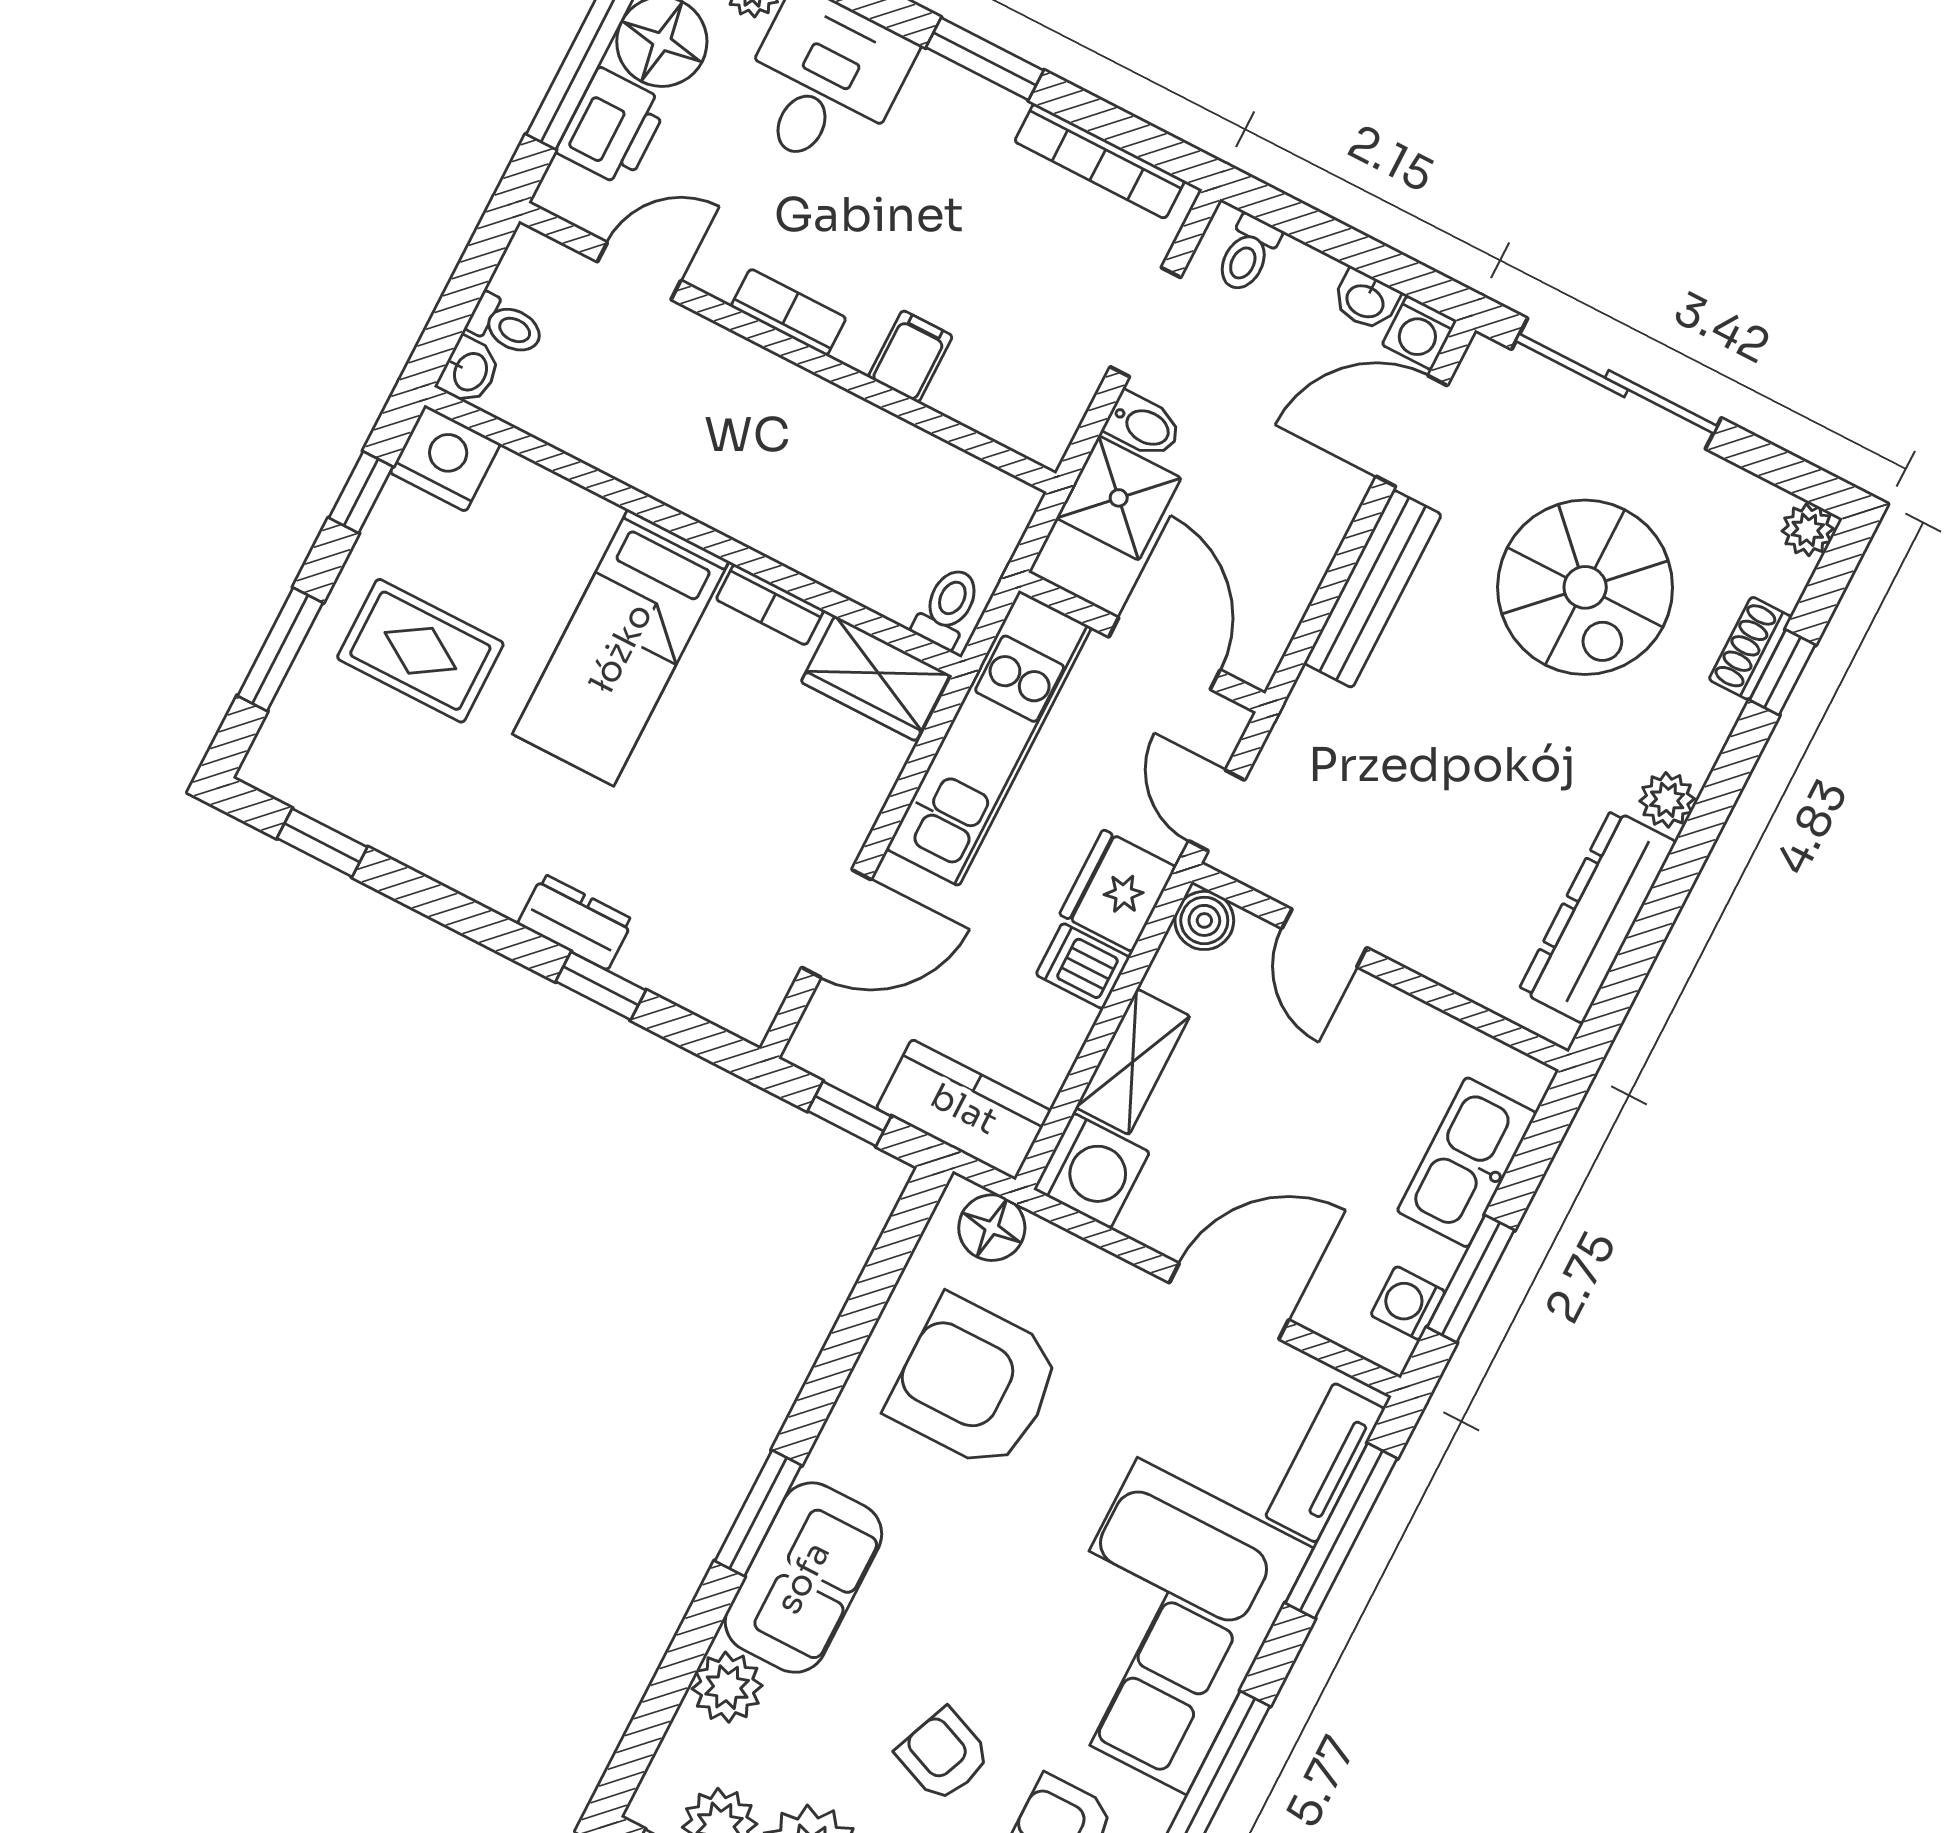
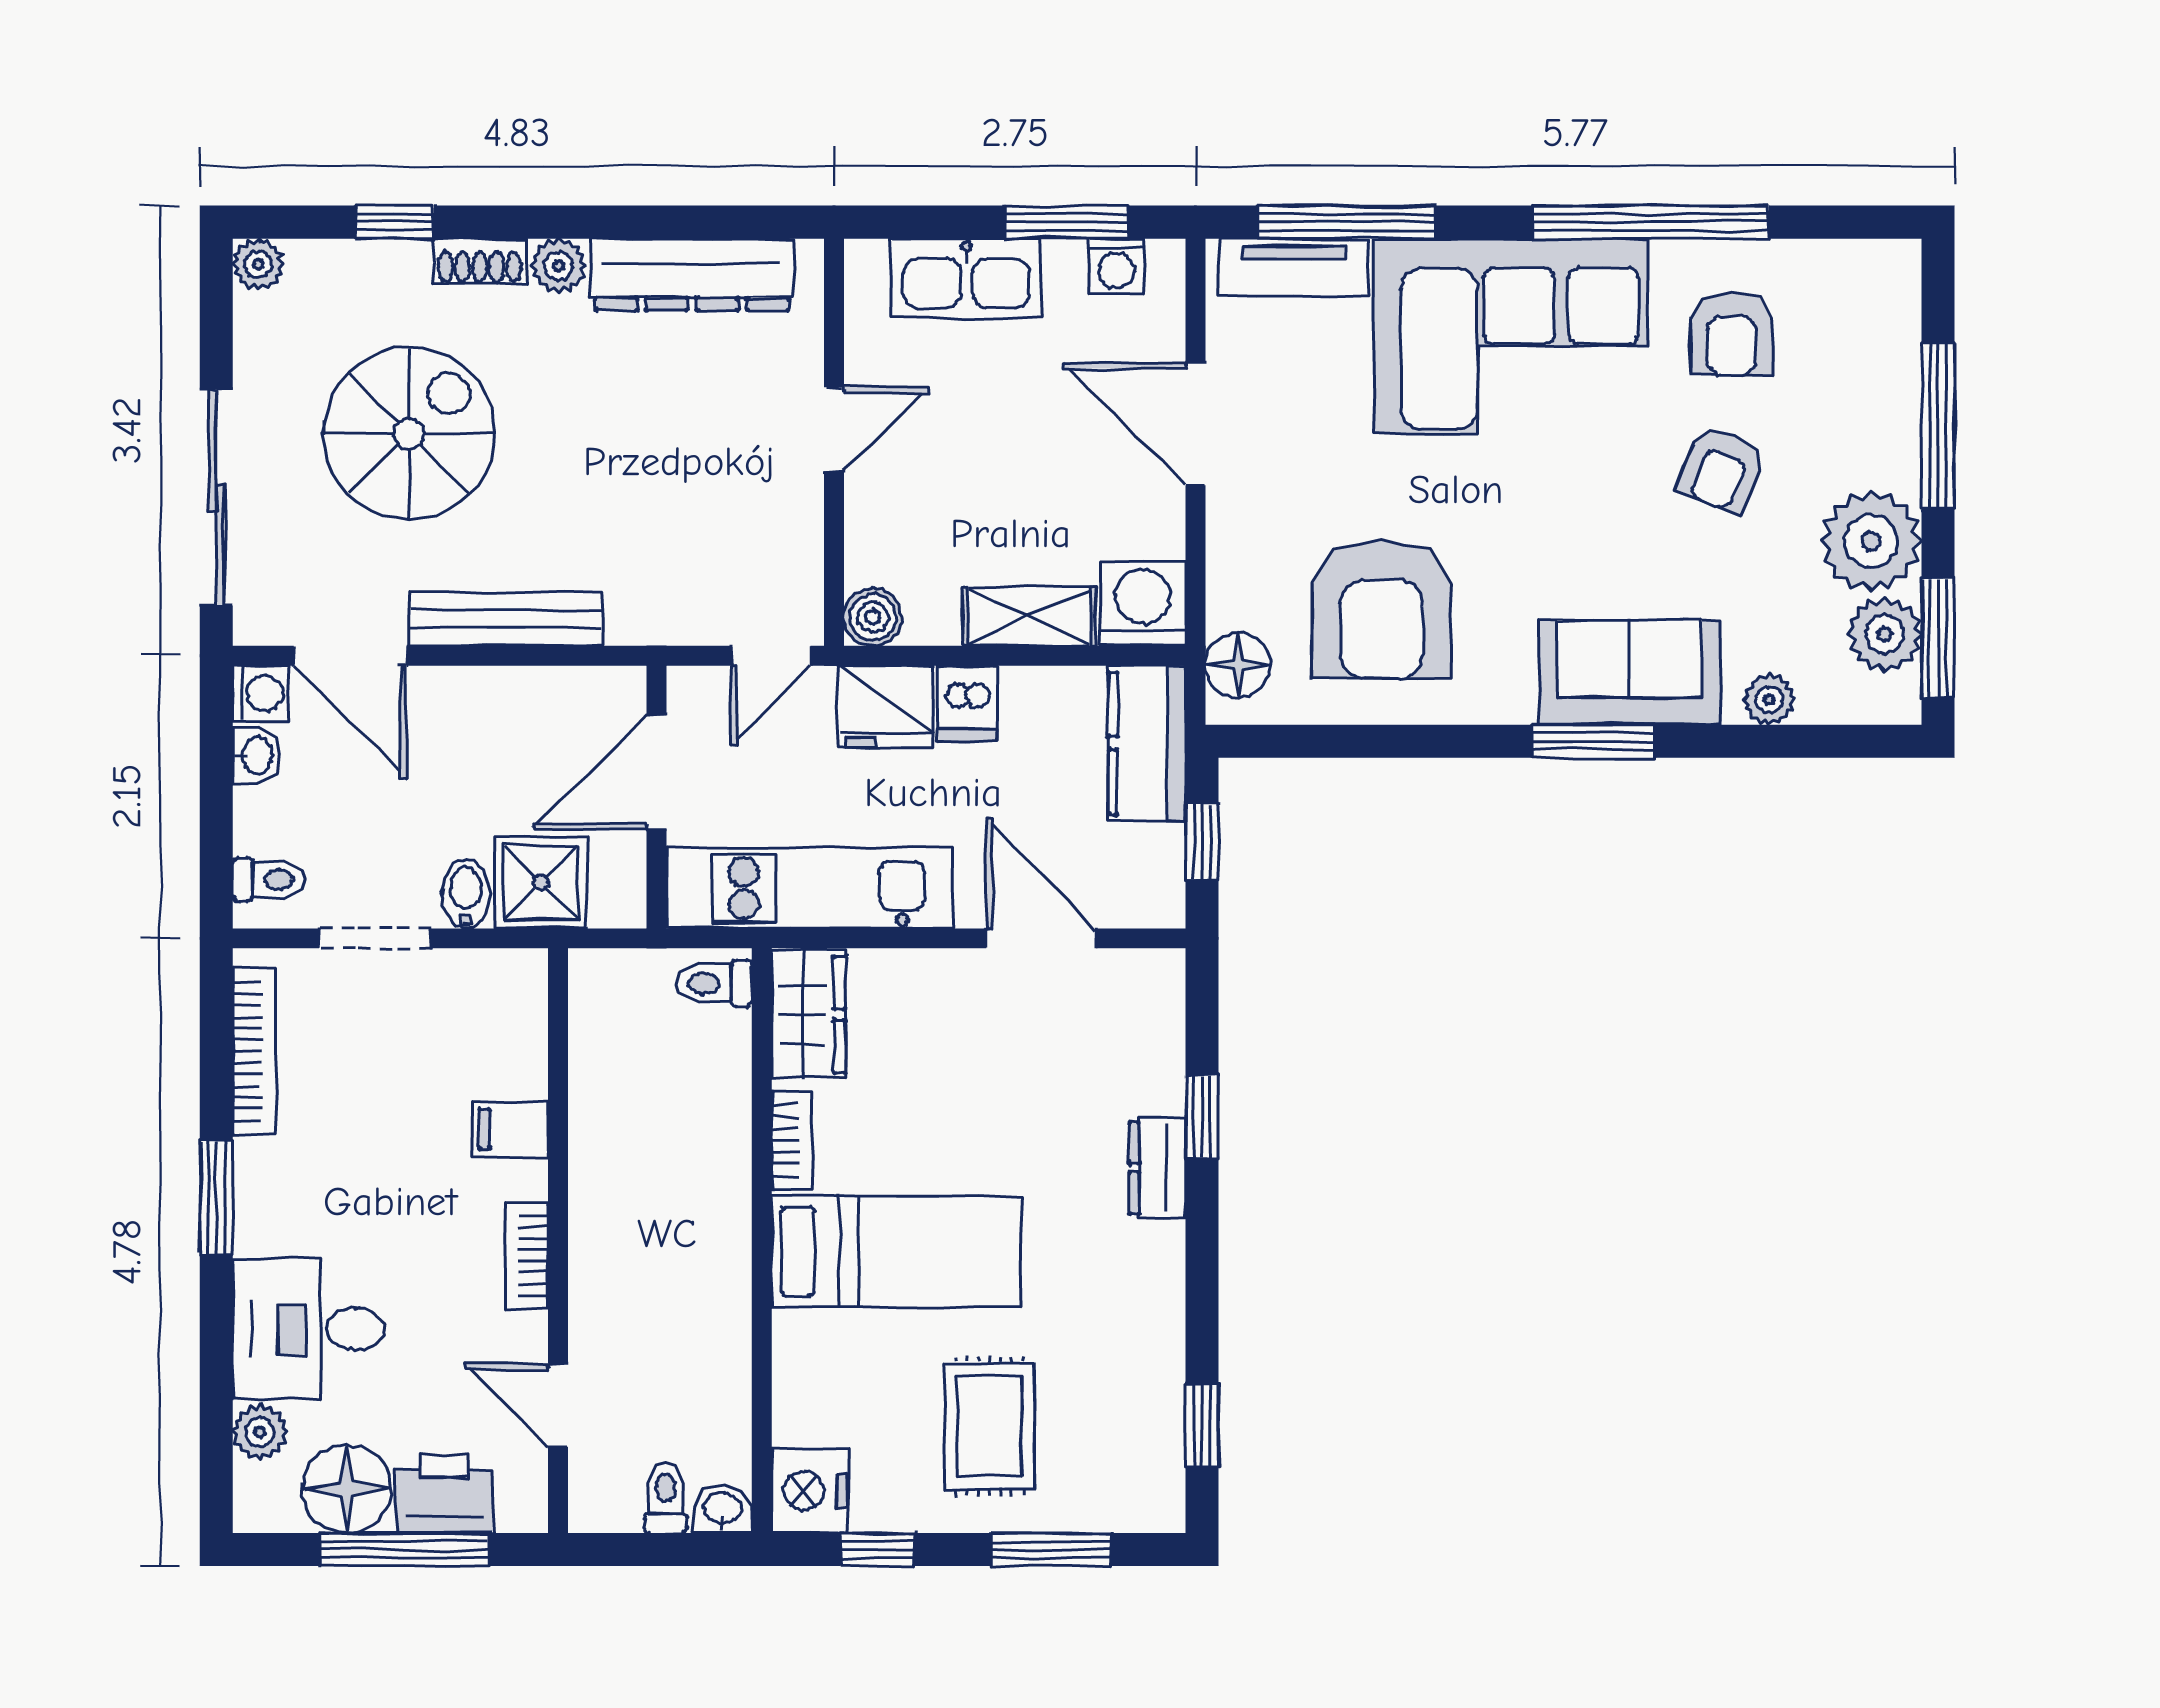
shoe rack: (1750, 648) -> (480, 261), moved
door: (1324, 938) -> (834, 429), moved
plant: (727, 1687) -> (1769, 700), width x0.73, depth x0.73

